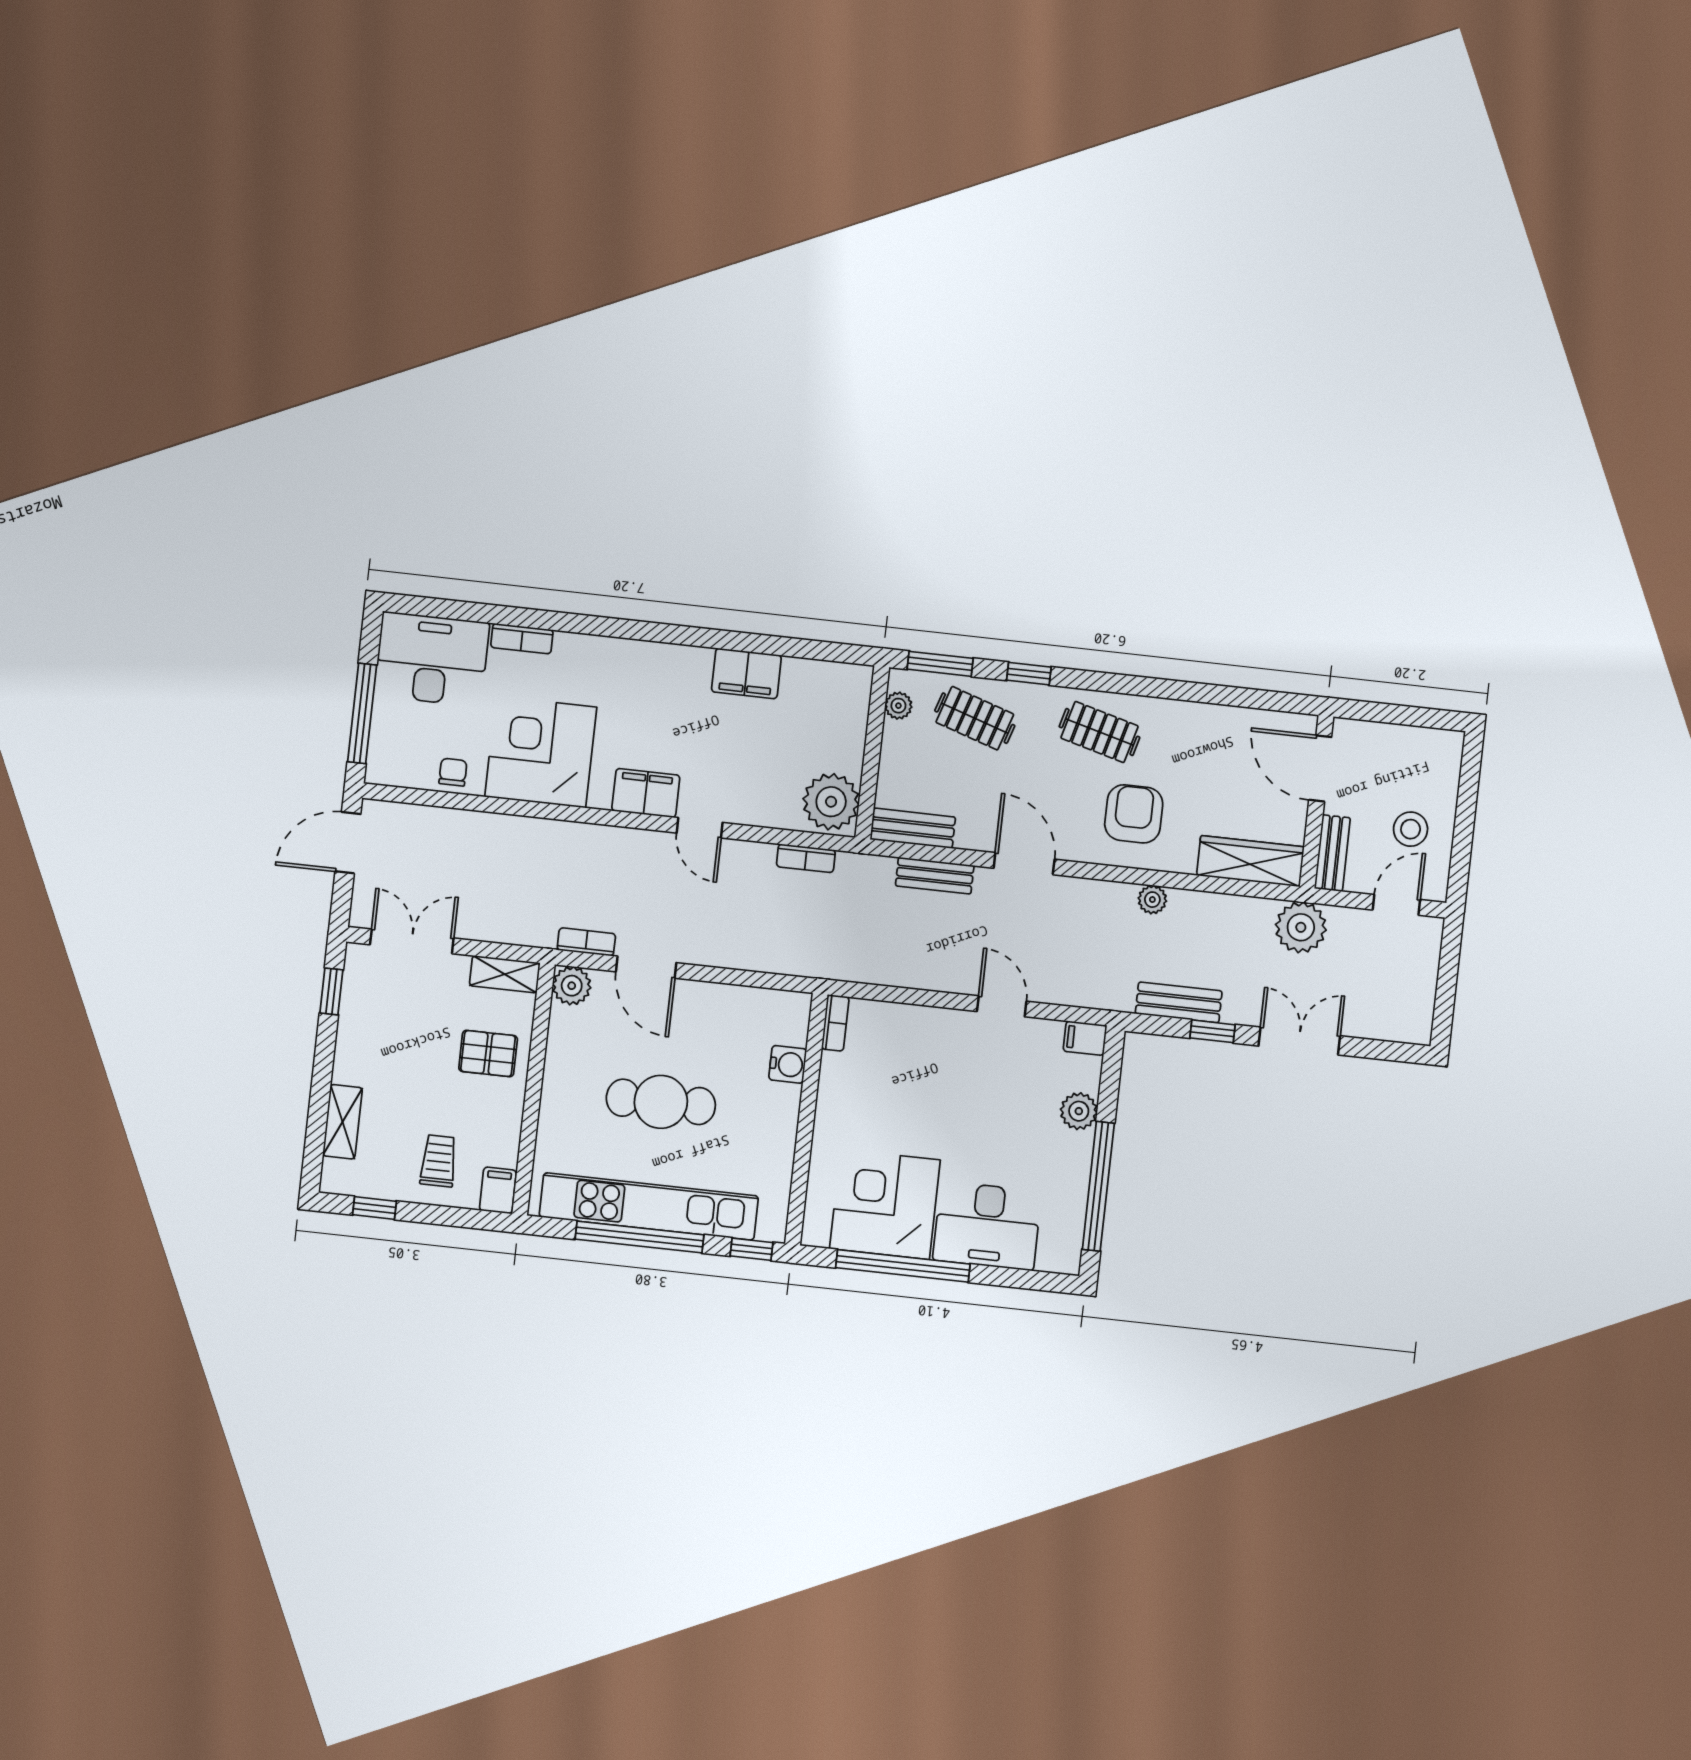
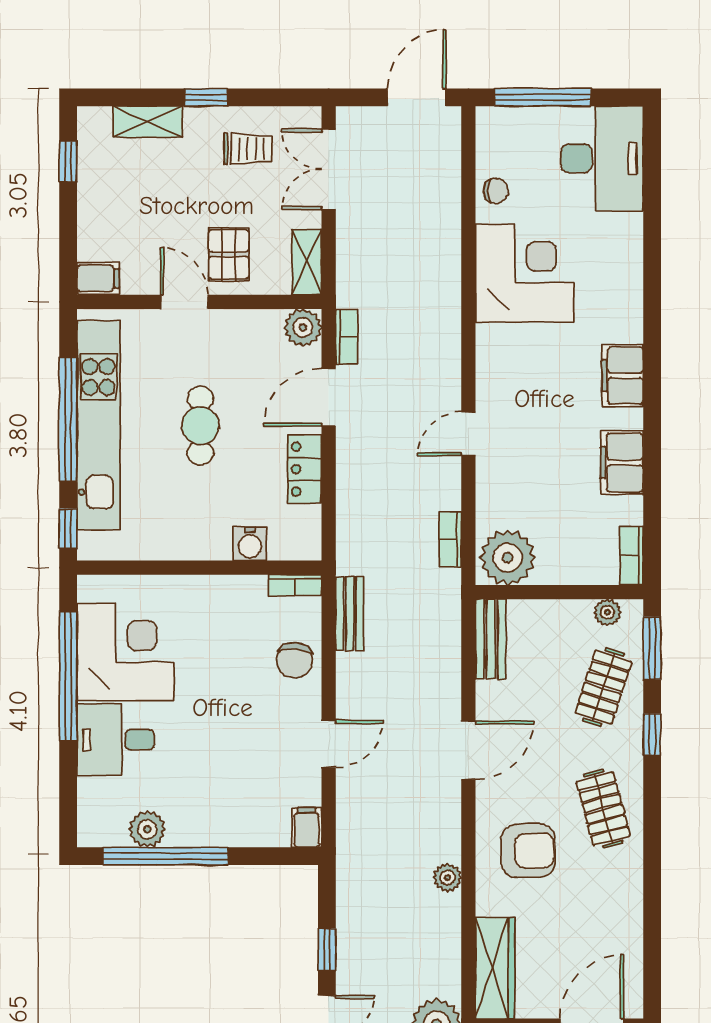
bookcase: (522, 639) -> (632, 556), moved
clothes rail: (1099, 732) -> (603, 809), turned -30
filing cabinet: (646, 793) -> (623, 376), moved, turned 180
door: (348, 843) -> (417, 97), hinge flipped
bench: (935, 876) -> (350, 614), moved
double door: (412, 941) -> (329, 169), swing flipped
window: (331, 991) -> (206, 97), moved
locker: (717, 1000) -> (305, 469), added
bench: (1179, 1002) -> (351, 914), removed
chair: (912, 1032) -> (294, 660), added
cafe table: (661, 1102) -> (200, 426), width x0.73, depth x0.74
door: (532, 1105) -> (184, 302), added
plant: (1079, 1111) -> (147, 829), moved
trolley: (439, 1161) -> (248, 149), moved
desk: (987, 1226) -> (116, 740), width x0.73

